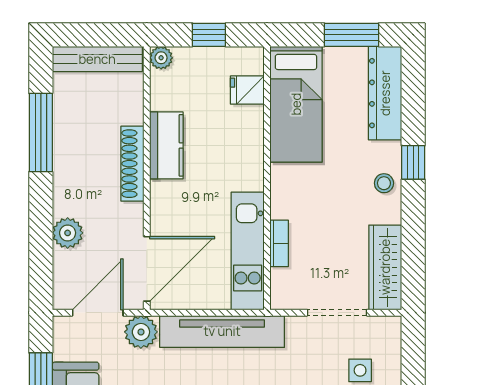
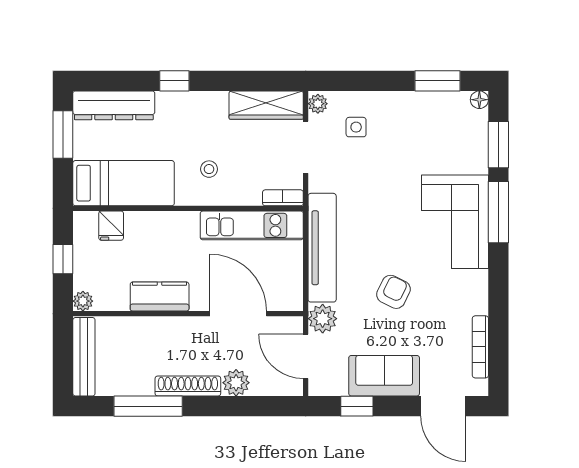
shoe rack: (132, 164) -> (188, 386), moved, turned 180
stool: (384, 183) -> (209, 169), moved
bookcase: (279, 243) -> (283, 198), moved
door: (147, 269) -> (238, 314), moved
plant: (387, 327) -> (318, 104), added

